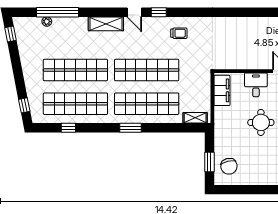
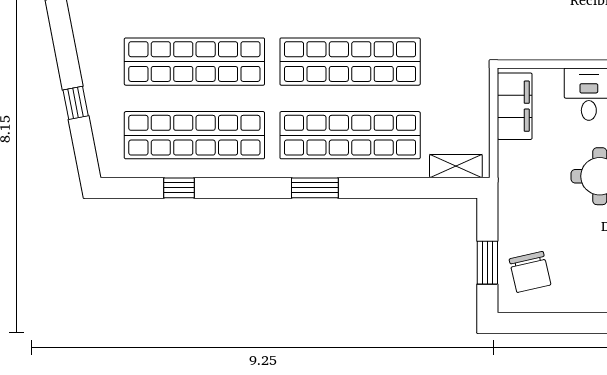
window: (24, 105) -> (76, 103), moved

